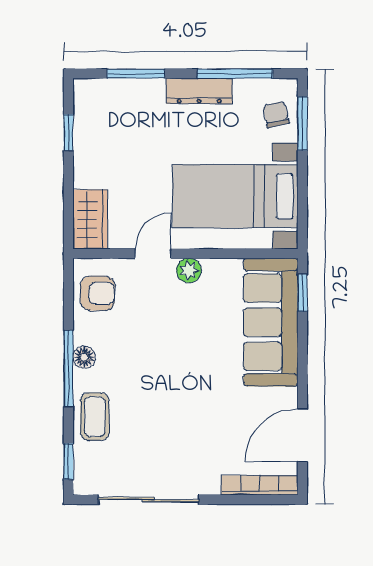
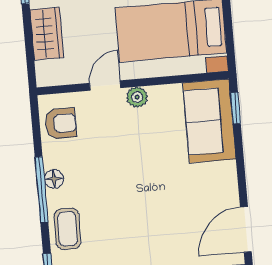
wardrobe: (90, 219) -> (47, 34), moved
sofa: (271, 322) -> (209, 121), width x0.73

